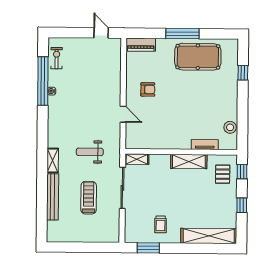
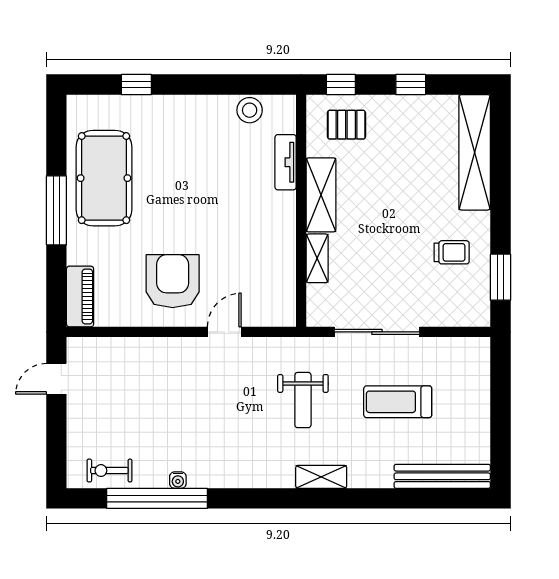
armchair: (148, 89) -> (173, 281), width x1.88, depth x1.88
shelving: (137, 159) -> (317, 258), moved
bench: (53, 197) -> (442, 476), moved

